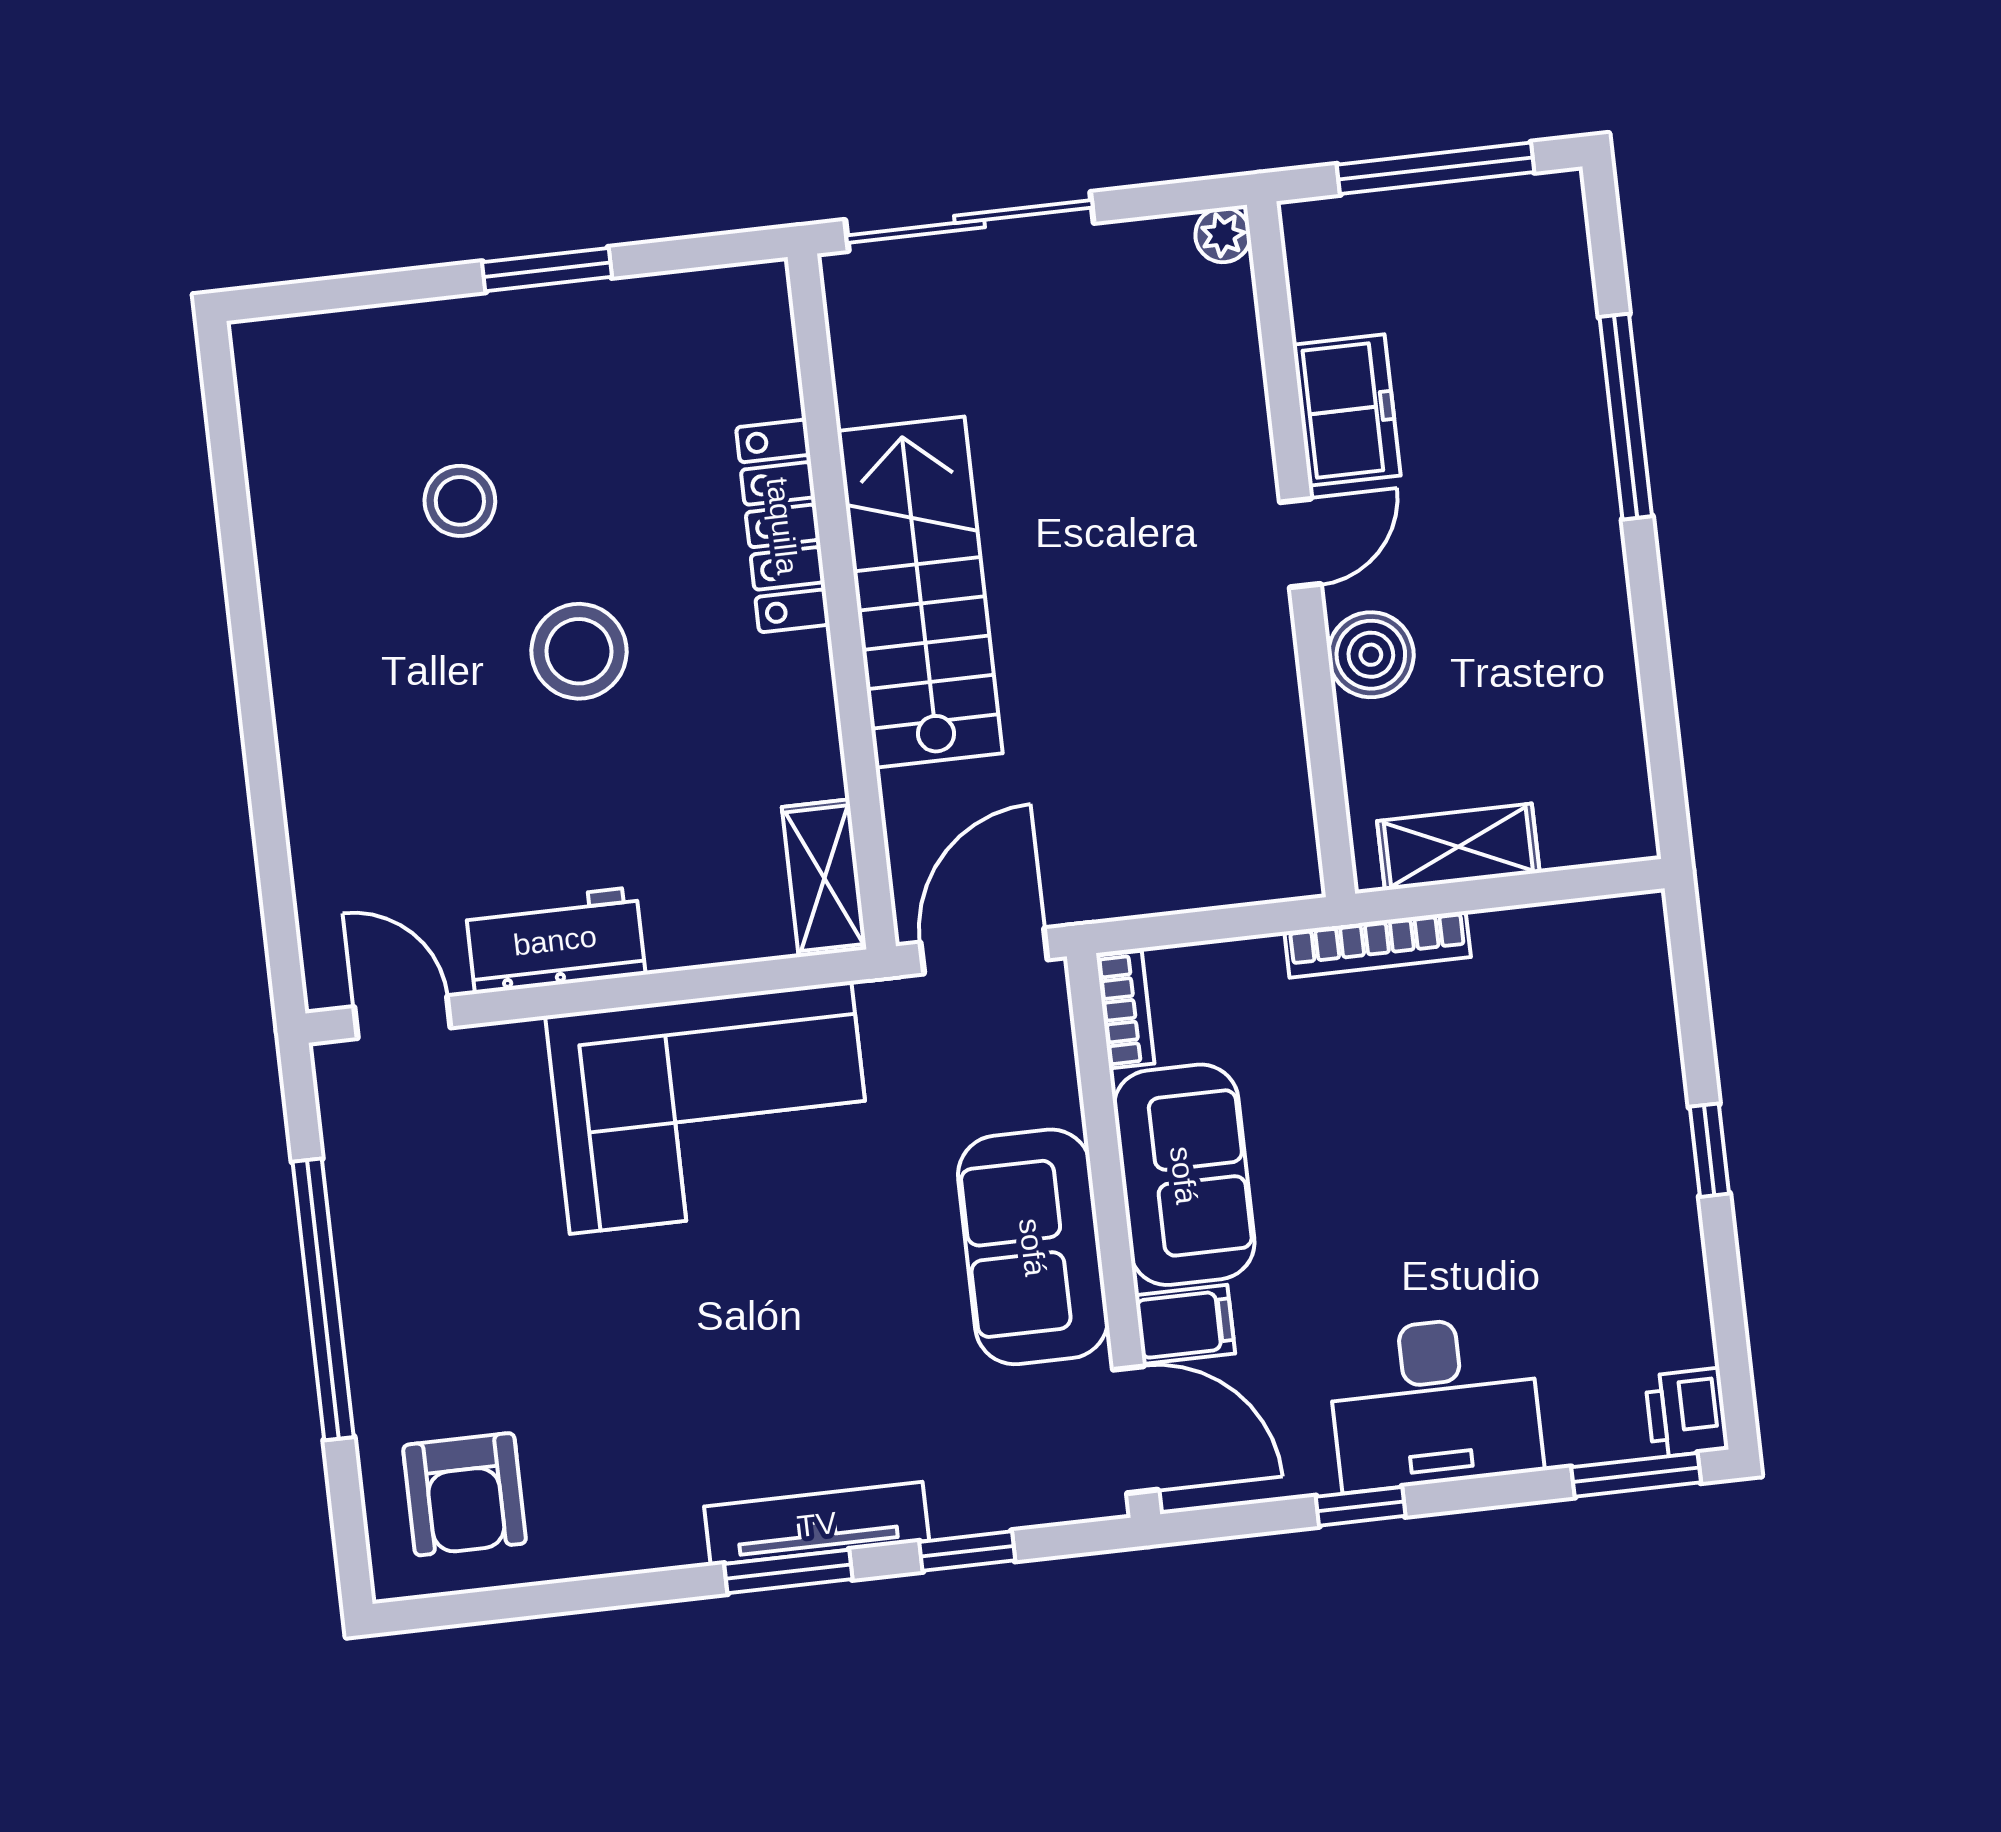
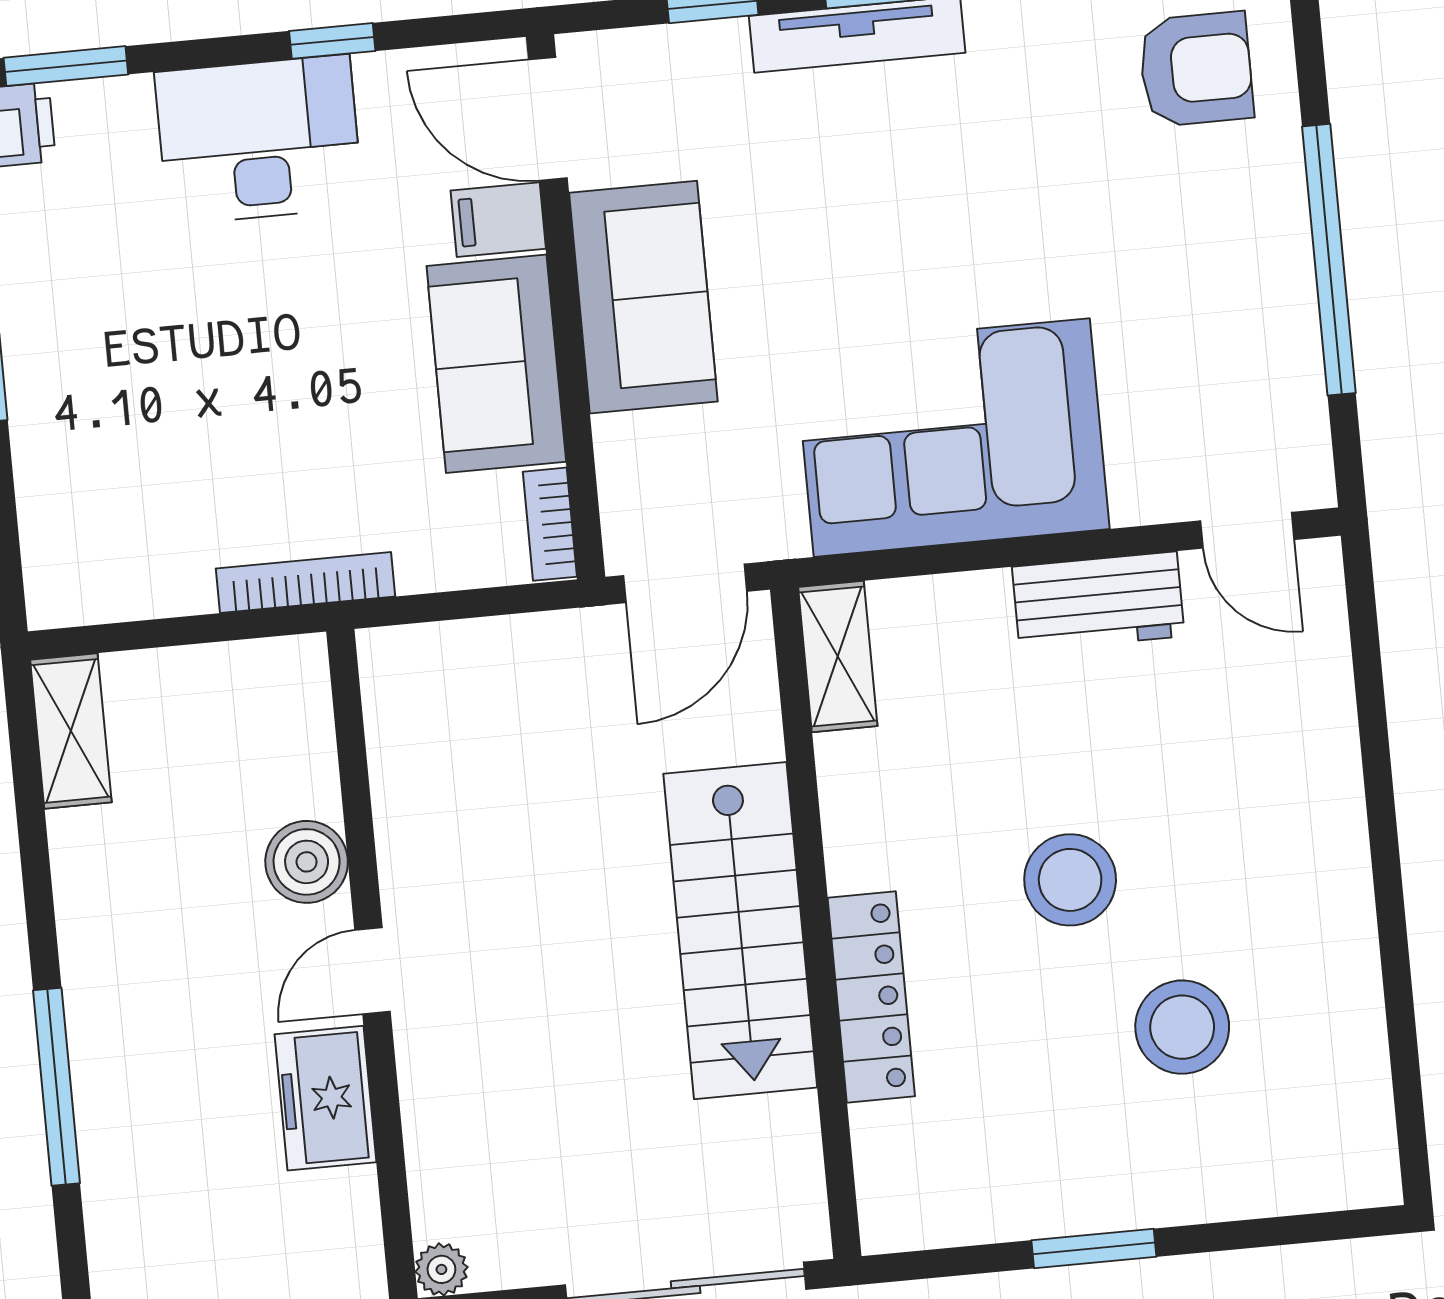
stool: (460, 501) -> (1182, 1027), width x1.38, depth x1.38
shelving: (1458, 847) -> (71, 731), moved, turned 90
armchair: (465, 1494) -> (1196, 69), turned 90

